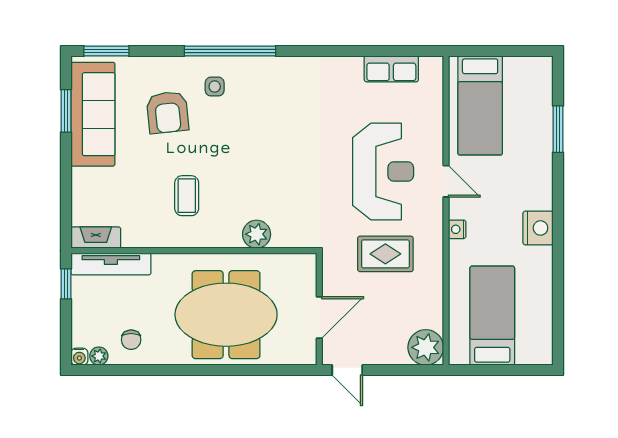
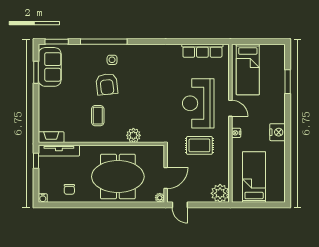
window: (230, 51) -> (104, 42), moved
row of seats: (391, 69) -> (202, 51), width x1.48
armchair: (167, 112) -> (107, 84), moved
sofa: (93, 114) -> (50, 67), width x0.73
reception desk: (383, 172) -> (198, 103), turned 180
plant: (99, 356) -> (160, 198), moved

